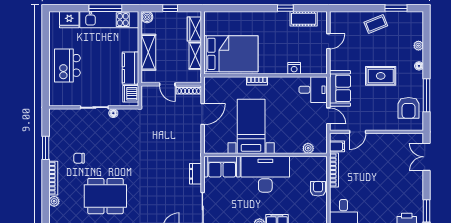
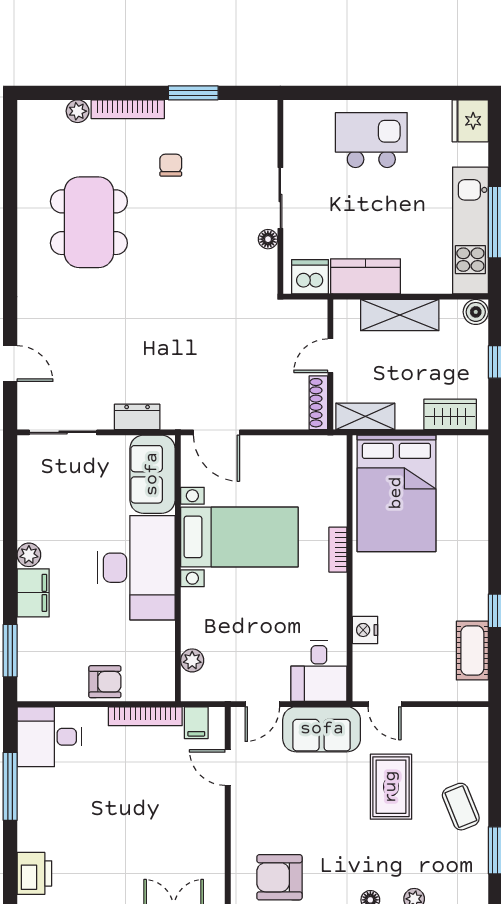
fridge: (69, 20) -> (470, 121), moved
door: (328, 41) -> (385, 704), moved
shelving: (195, 56) -> (365, 416), moved
rug: (381, 76) -> (391, 787), moved
door: (203, 114) -> (217, 432), moved

